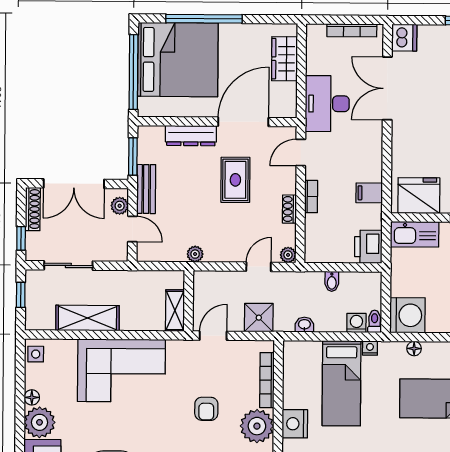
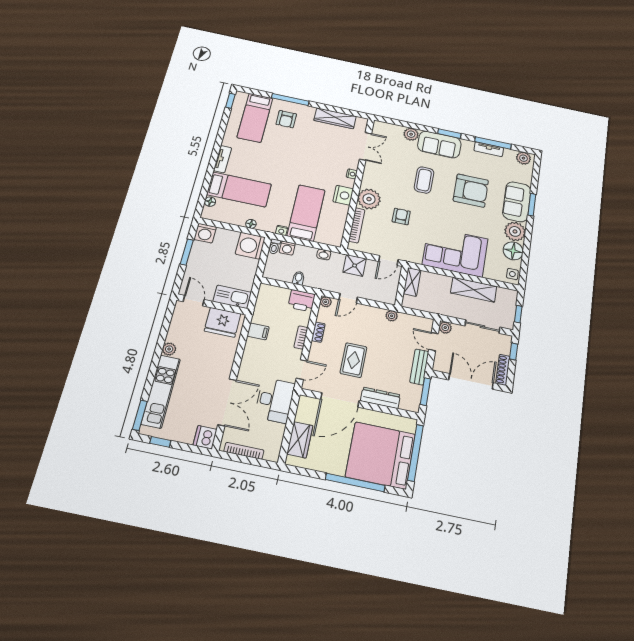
plant: (120, 206) -> (445, 328), moved
printer: (368, 247) -> (302, 301), moved, turned 90
floor lamp: (32, 397) -> (513, 251), width x1.89, depth x1.89

